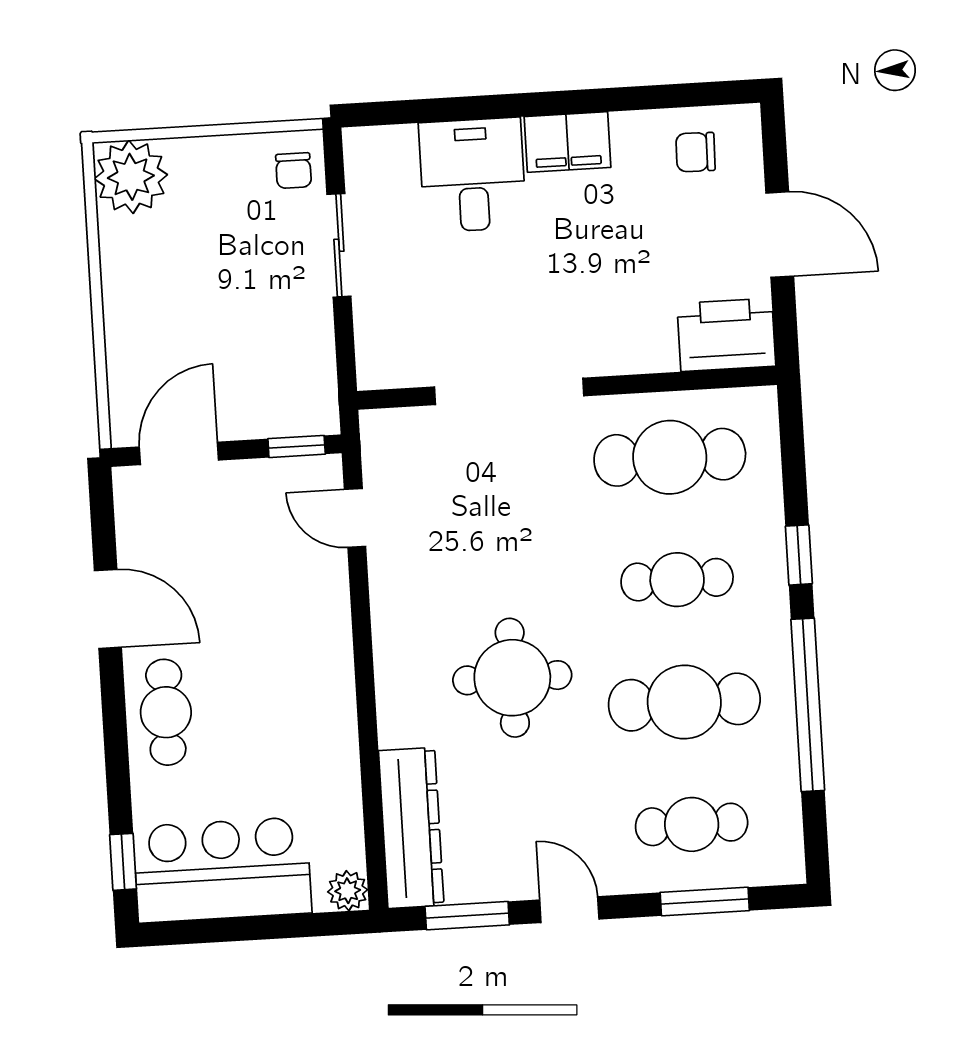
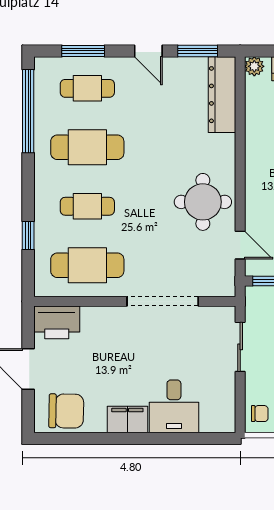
chair: (696, 152) -> (66, 411), width x1.87, depth x1.87
chair: (294, 171) -> (260, 414), turned 90
sliding door: (339, 245) -> (240, 347), moved
window: (799, 555) -> (28, 235), moved
round table: (512, 678) -> (203, 202), moved
window: (808, 705) -> (28, 111), moved

